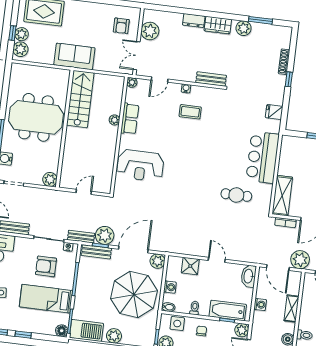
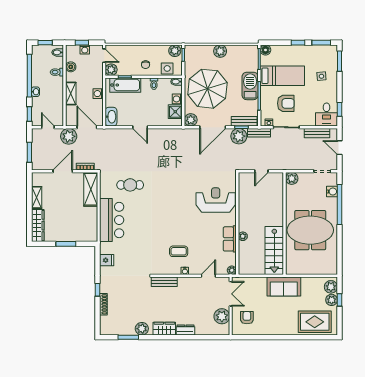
shower: (190, 266) -> (175, 112), moved
barbecue: (86, 331) -> (250, 86), moved, turned 90

